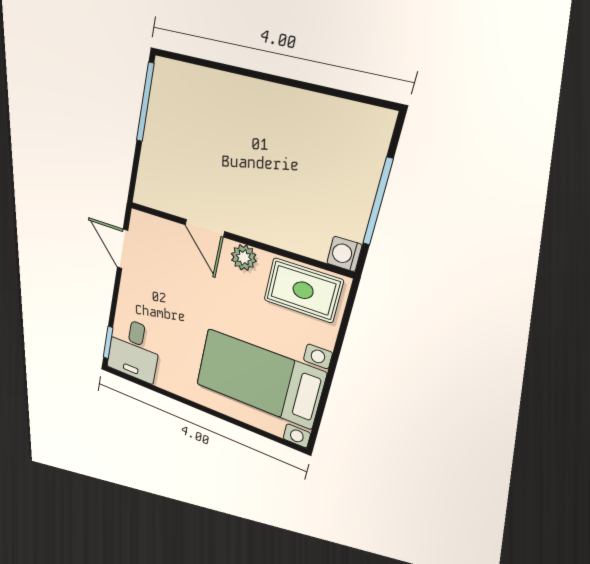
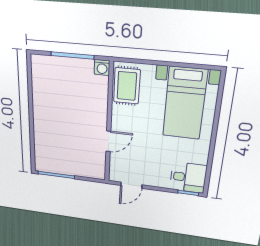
plant: (244, 257) -> (118, 119), removed

